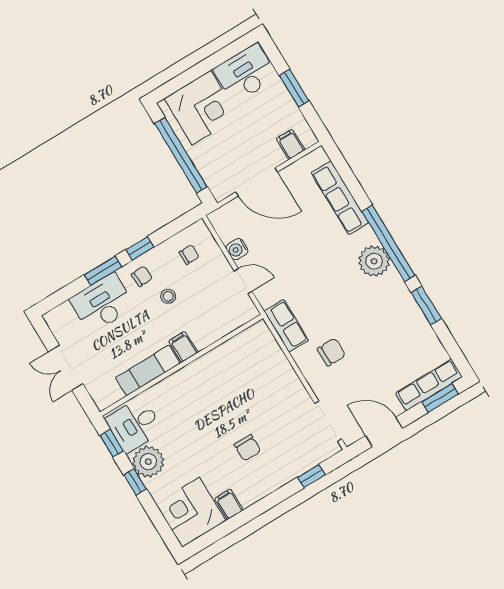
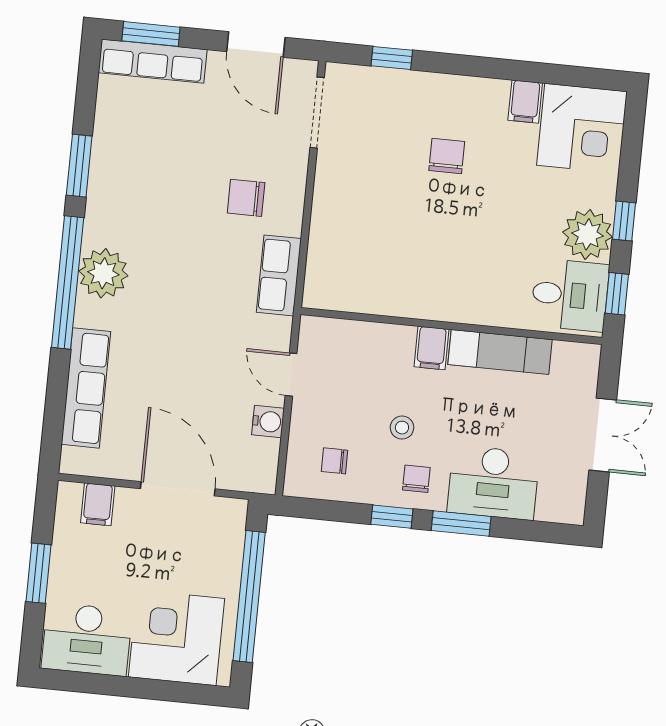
chair: (142, 276) -> (416, 479), turned 94

